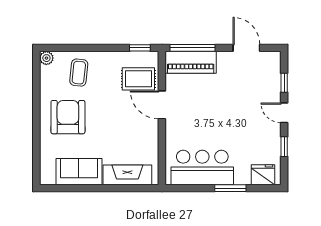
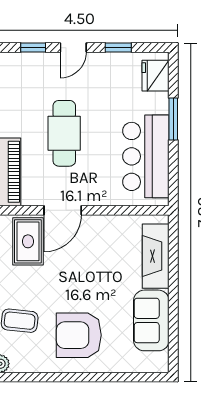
cafe table: (220, 106) -> (64, 133), added

